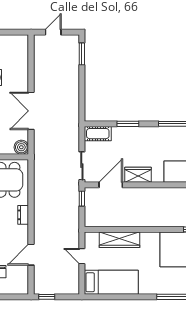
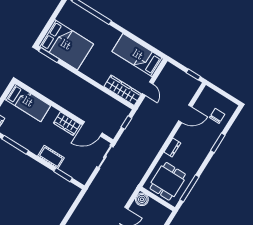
window: (128, 124) -> (63, 175), moved
cot: (98, 134) -> (51, 157), moved
window: (82, 199) -> (126, 123), moved
wardrobe: (119, 240) -> (123, 90), moved

